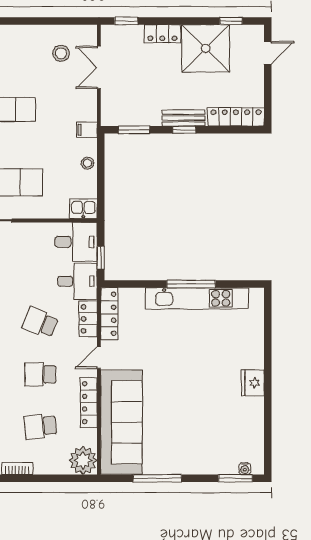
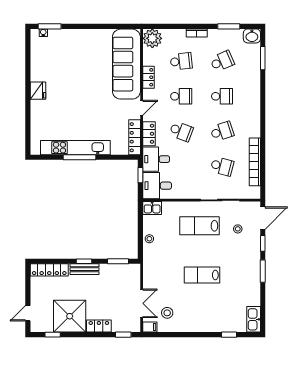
filing cabinet: (87, 130) -> (150, 327), moved
locker: (89, 403) -> (148, 77), width x0.66
window: (157, 478) -> (102, 26), removed

